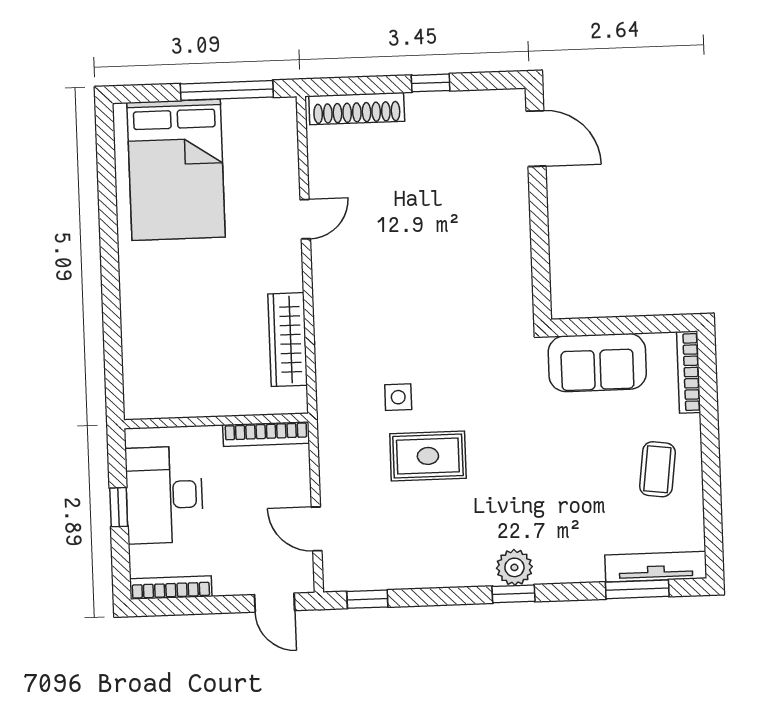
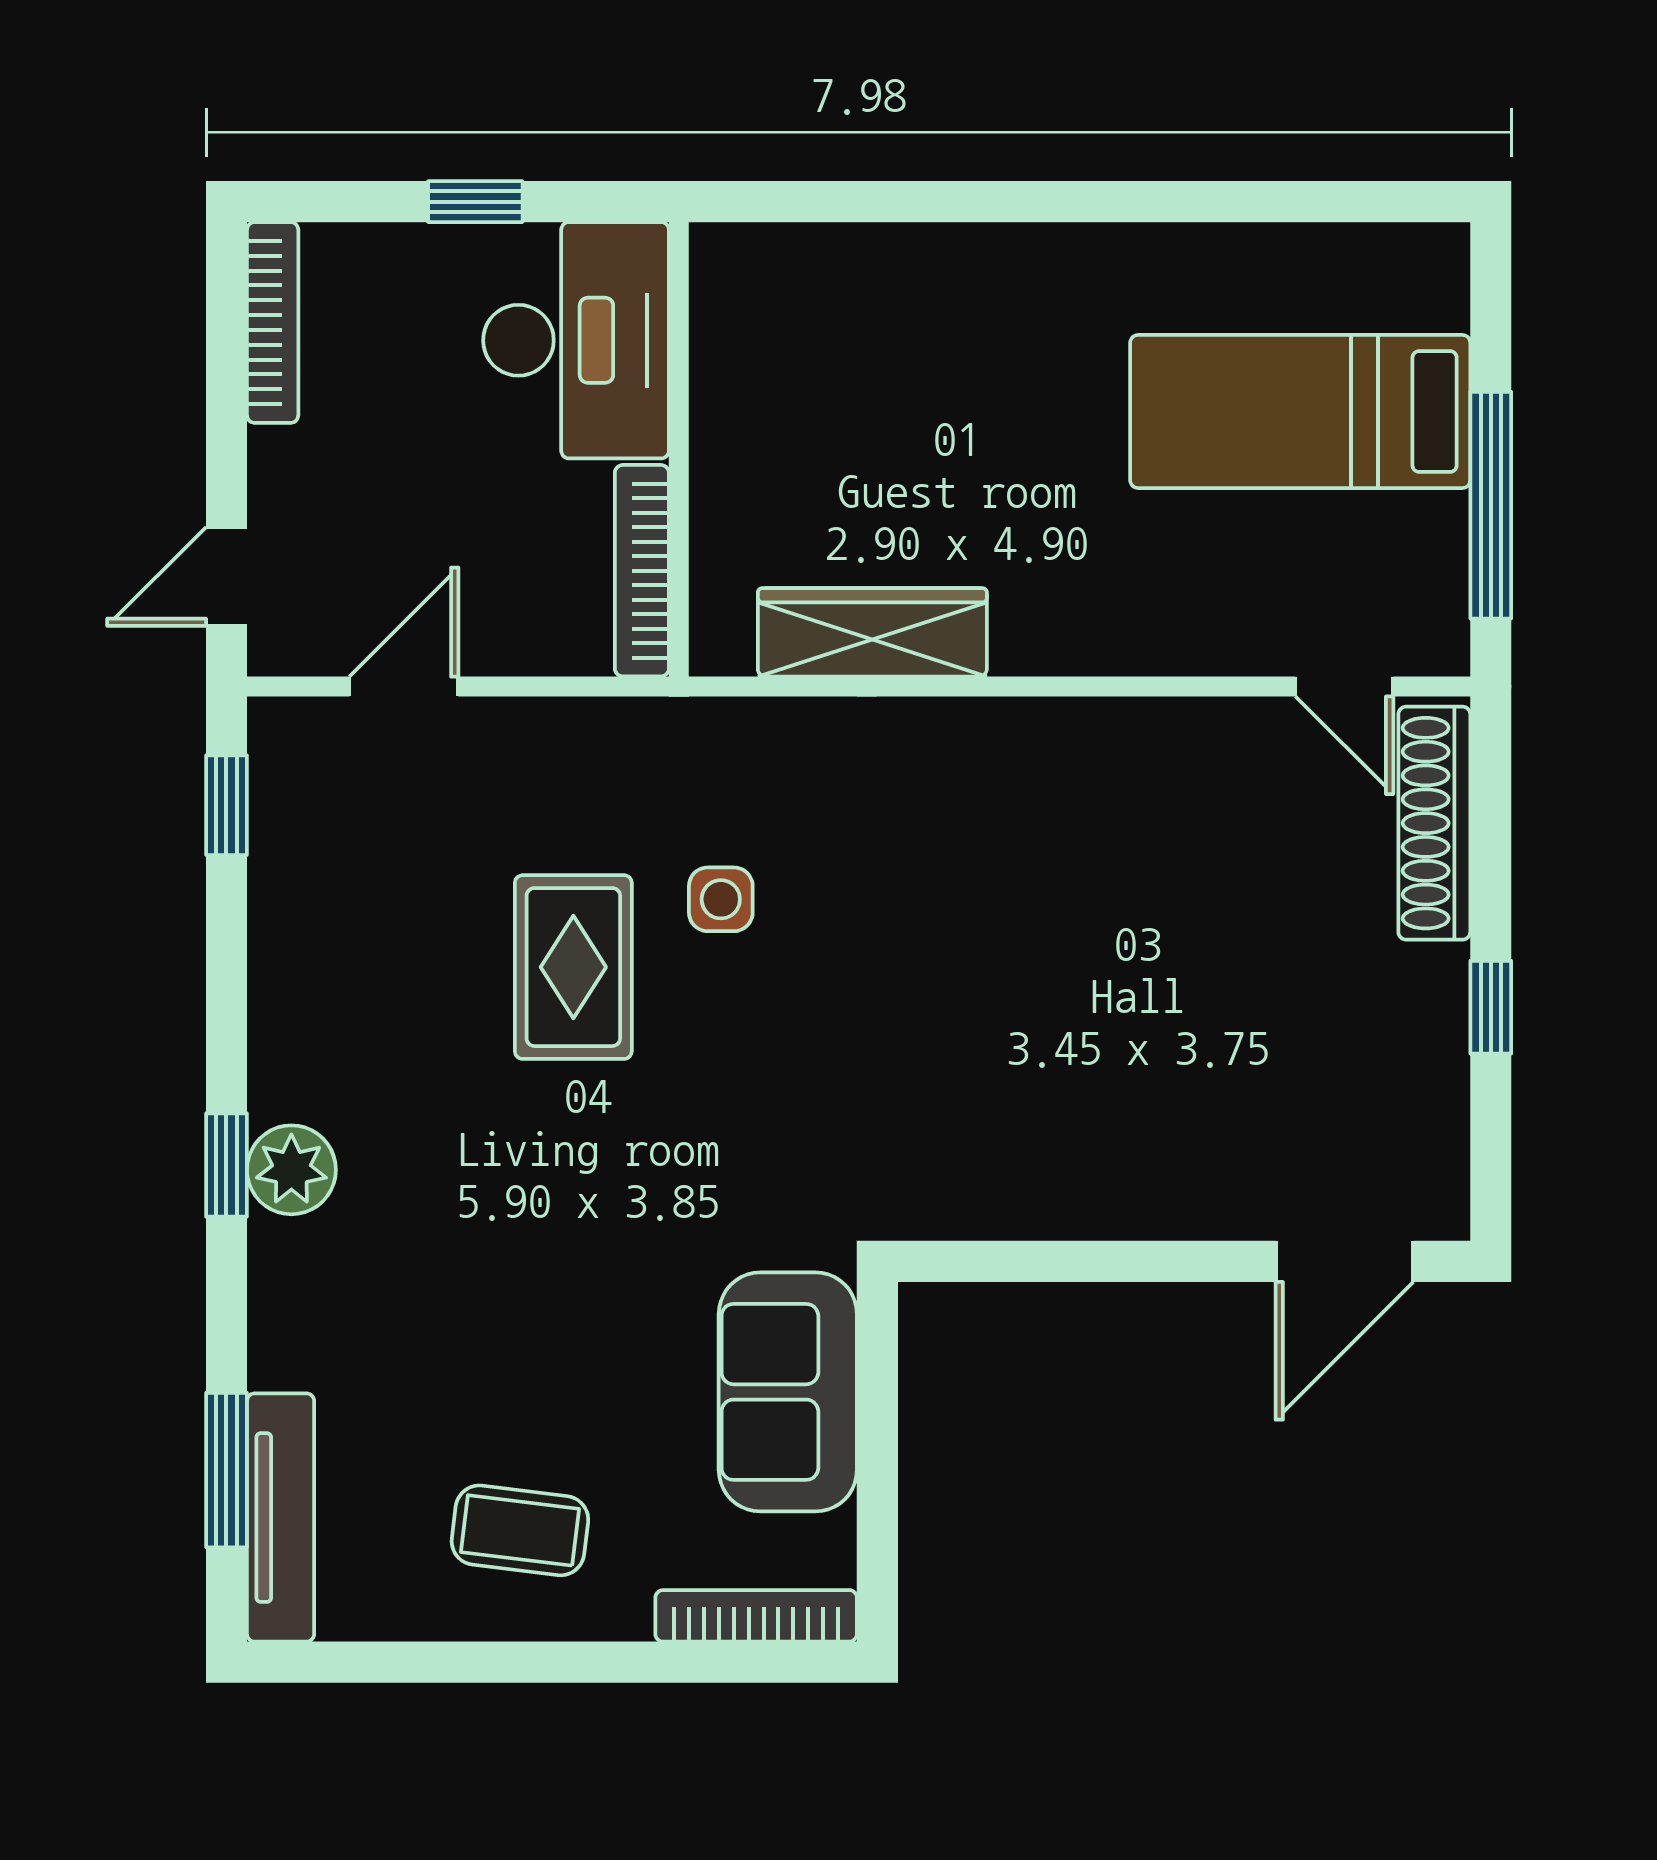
bed: (176, 170) -> (1300, 412), width x0.67
door: (305, 219) -> (1344, 687), moved
desk: (164, 495) -> (576, 340), moved, turned 90

